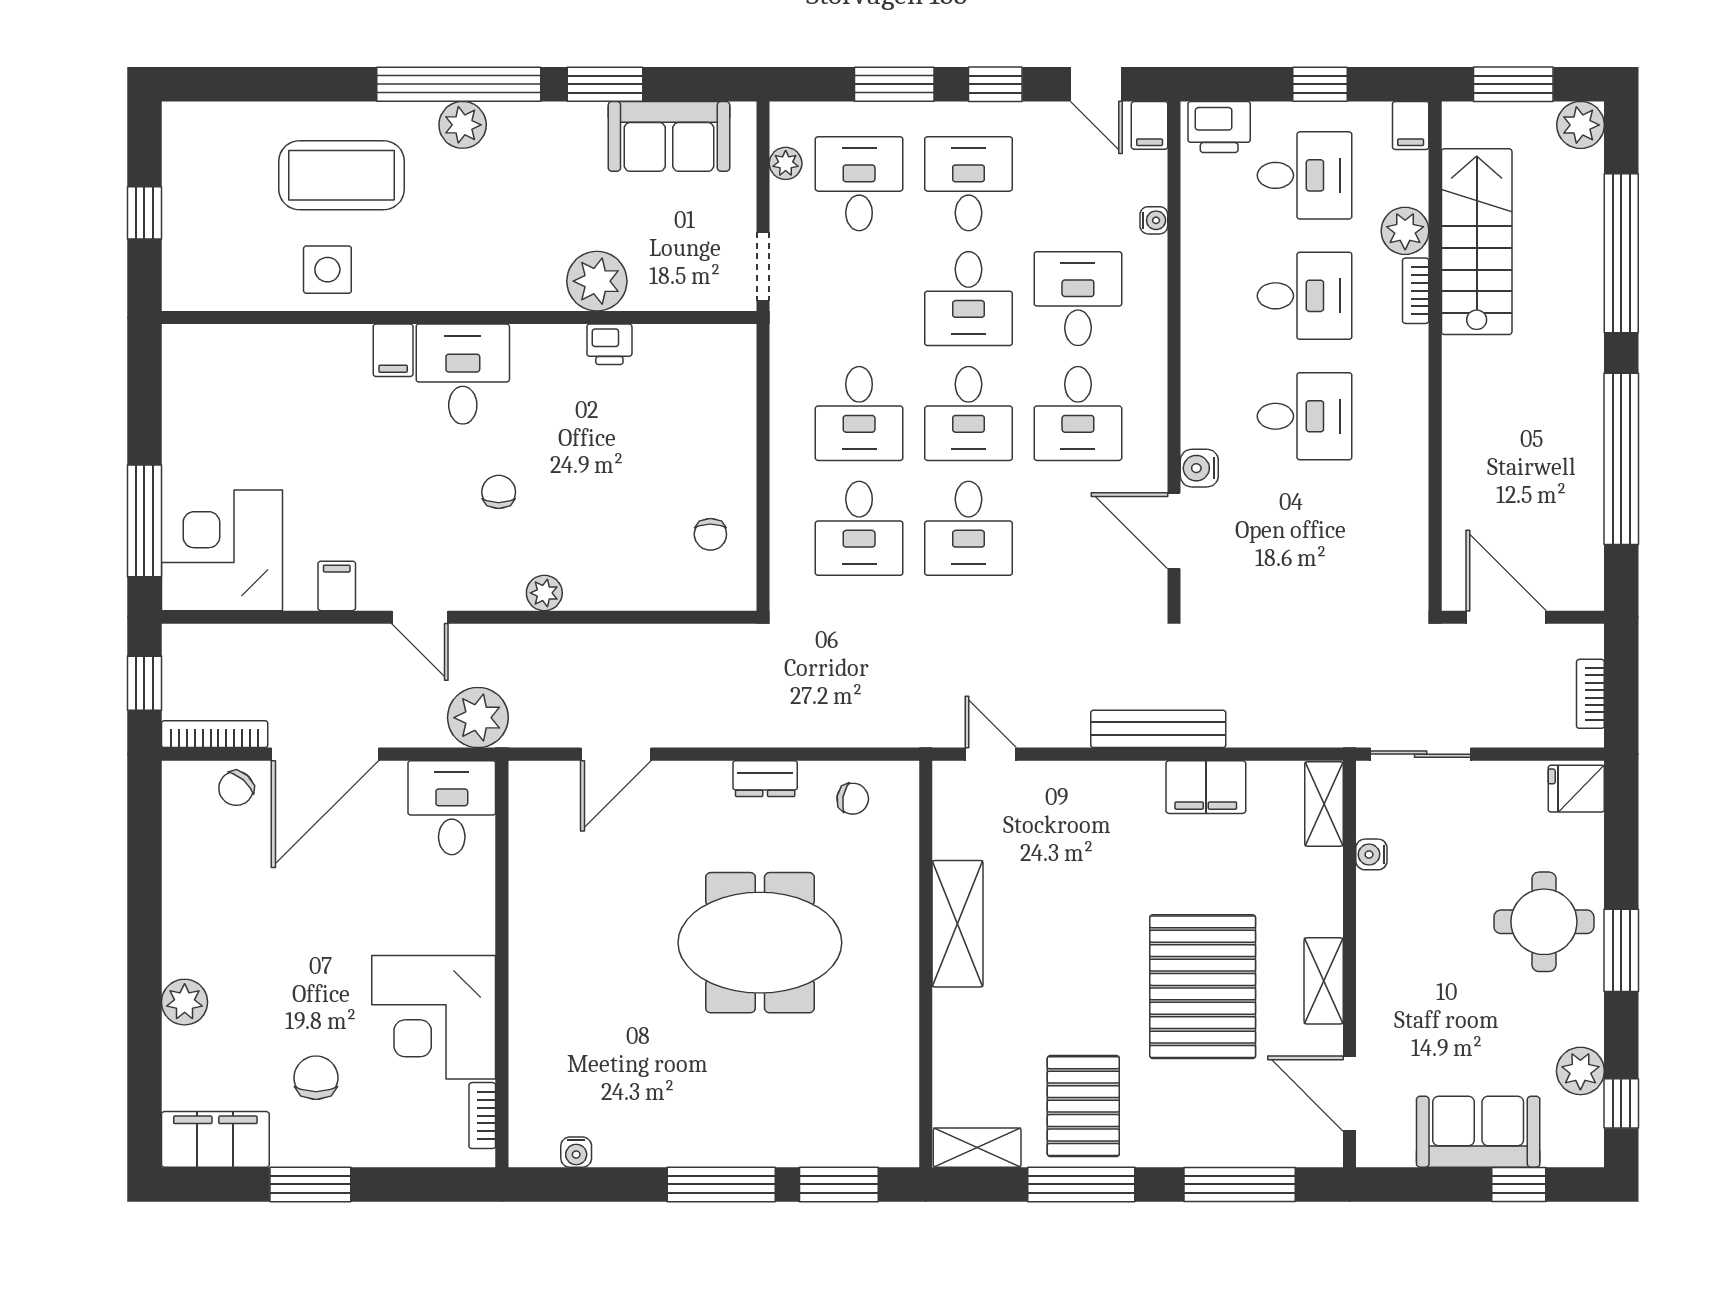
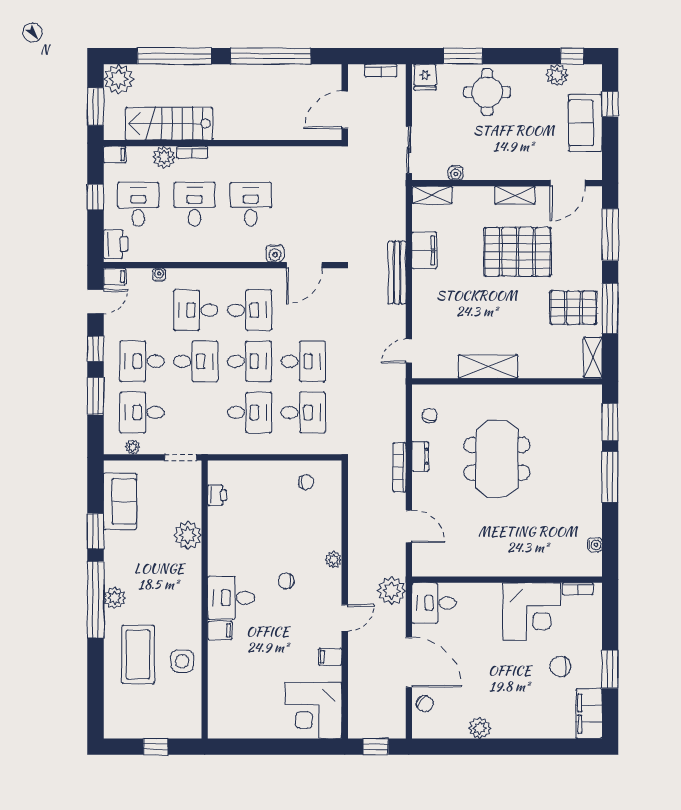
plant: (1581, 125) -> (119, 79), width x1.36, depth x1.36
printer: (609, 344) -> (217, 495), moved
window: (144, 521) -> (300, 747), removed
bookcase: (215, 734) -> (399, 467), moved
window: (1621, 950) -> (463, 56), moved
plant: (185, 1002) -> (480, 728), moved

